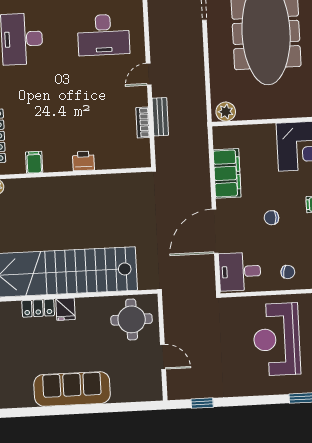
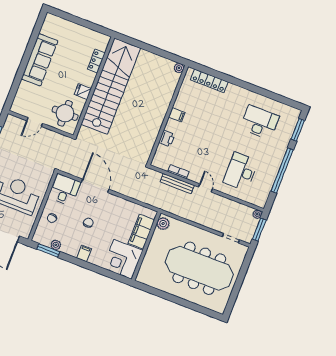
bench: (160, 117) -> (177, 184), width x1.36
printer: (83, 161) -> (167, 138), moved
filing cabinet: (34, 162) -> (177, 115), moved
filing cabinet: (227, 173) -> (141, 232), moved, turned 90
fridge: (65, 309) -> (83, 92), moved

